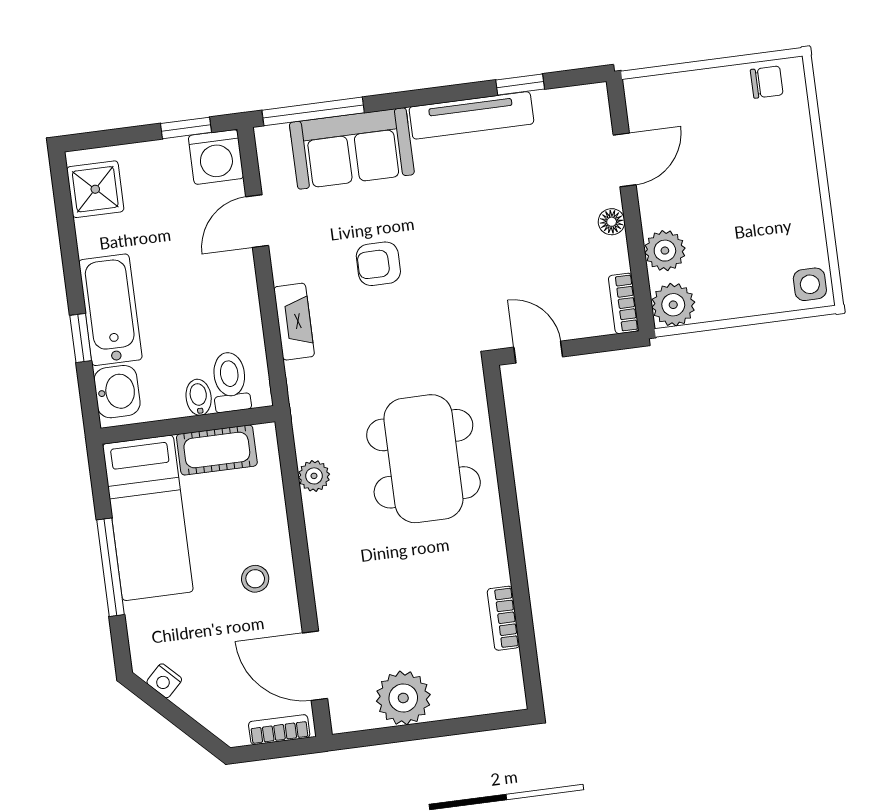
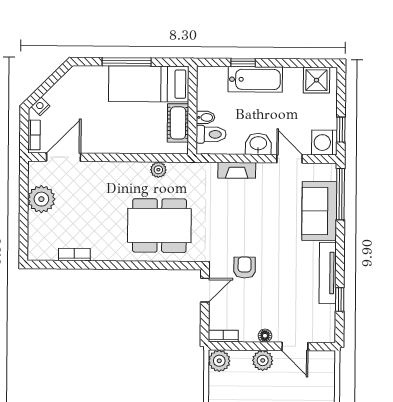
plant: (665, 251) -> (263, 360), moved
armchair: (378, 264) -> (245, 267), moved
washbasin: (117, 392) -> (258, 144), moved, turned 180
stool: (255, 579) -> (111, 133), removed
nightstand: (164, 681) -> (41, 106), moved

